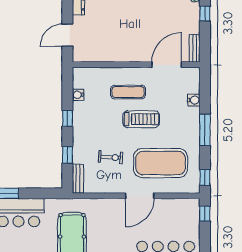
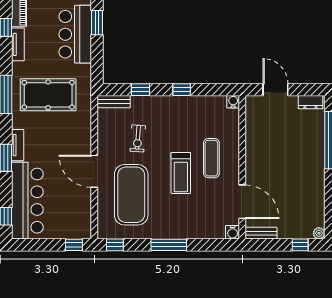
water cooler: (78, 95) -> (233, 102), moved
water cooler: (194, 100) -> (233, 232), moved

